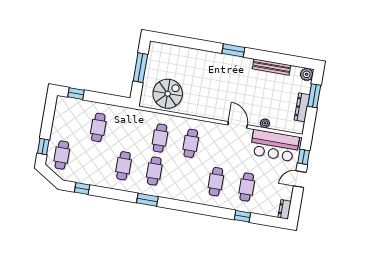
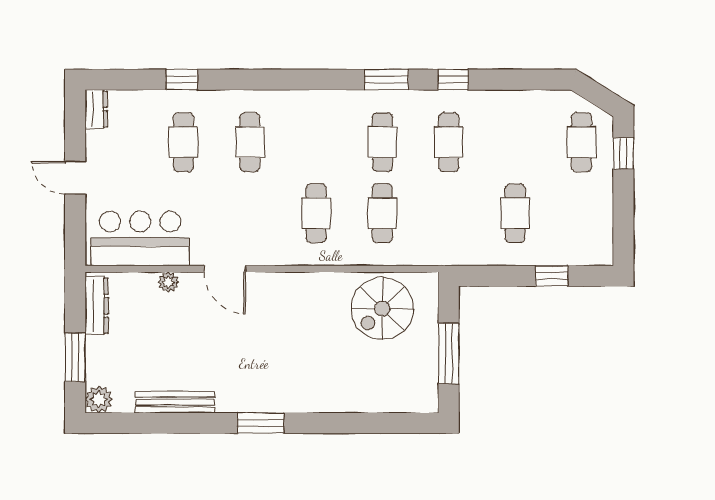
window: (76, 94) -> (552, 276), moved
dresser: (302, 107) -> (97, 306), moved
window: (304, 157) -> (75, 226), removed
door: (300, 179) -> (75, 178), swing flipped
window: (82, 188) -> (453, 80), moved

